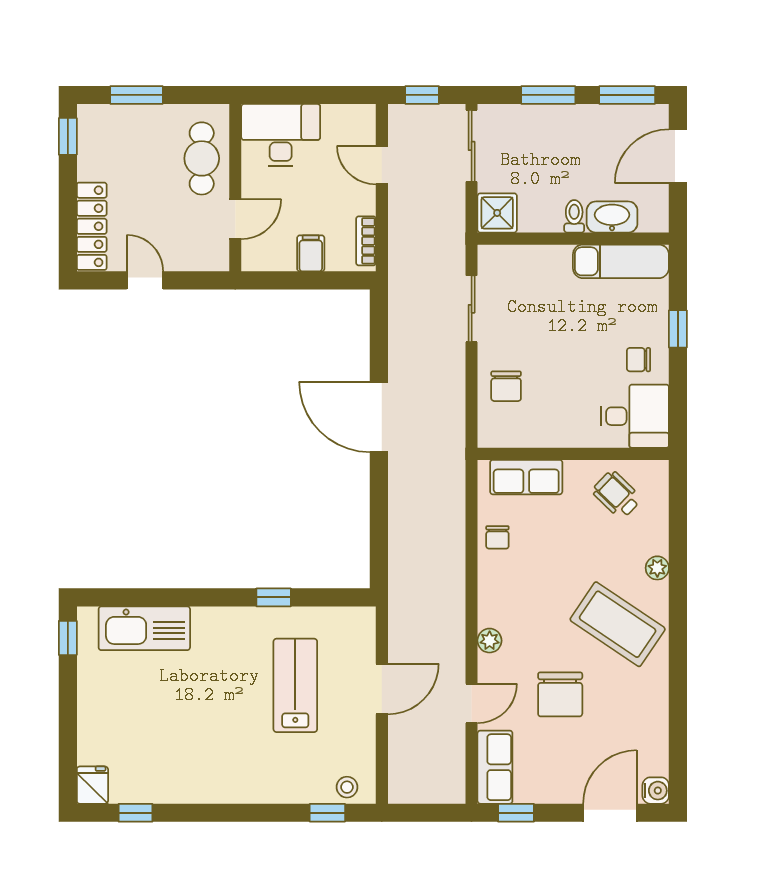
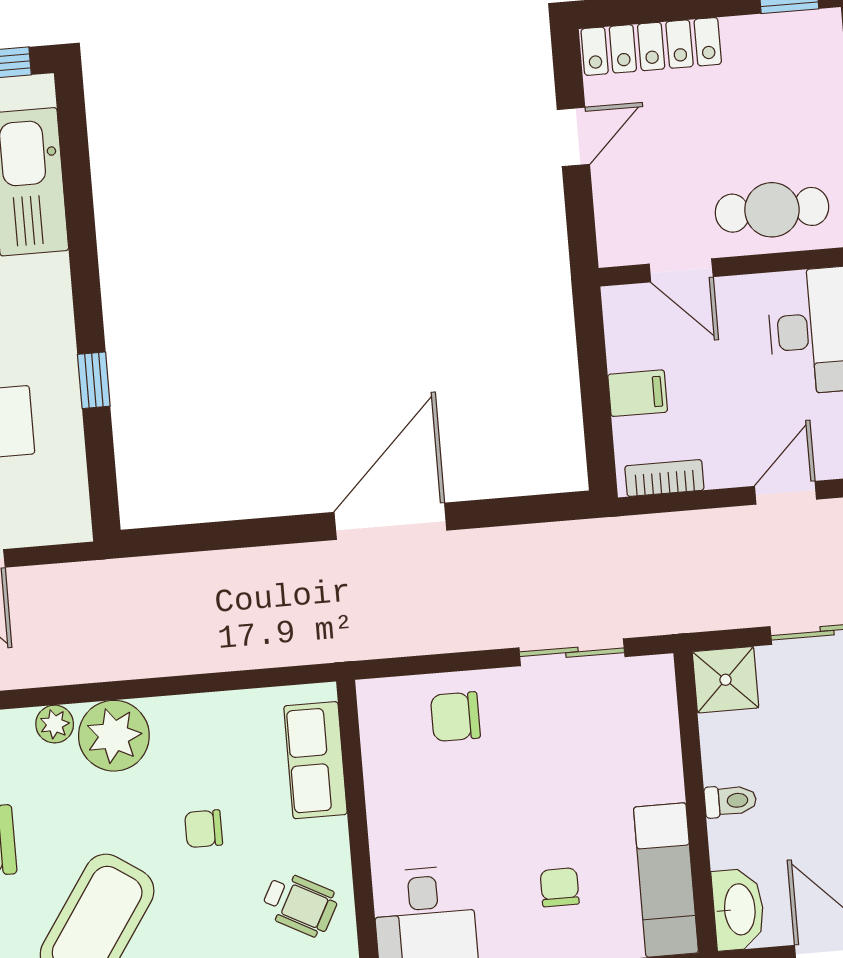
washbasin: (612, 217) -> (738, 909), moved
chair: (639, 360) -> (560, 887), moved
wheelchair: (617, 495) -> (300, 904), turned 74
chair: (497, 537) -> (204, 829), moved
plant: (500, 604) -> (114, 736), added

